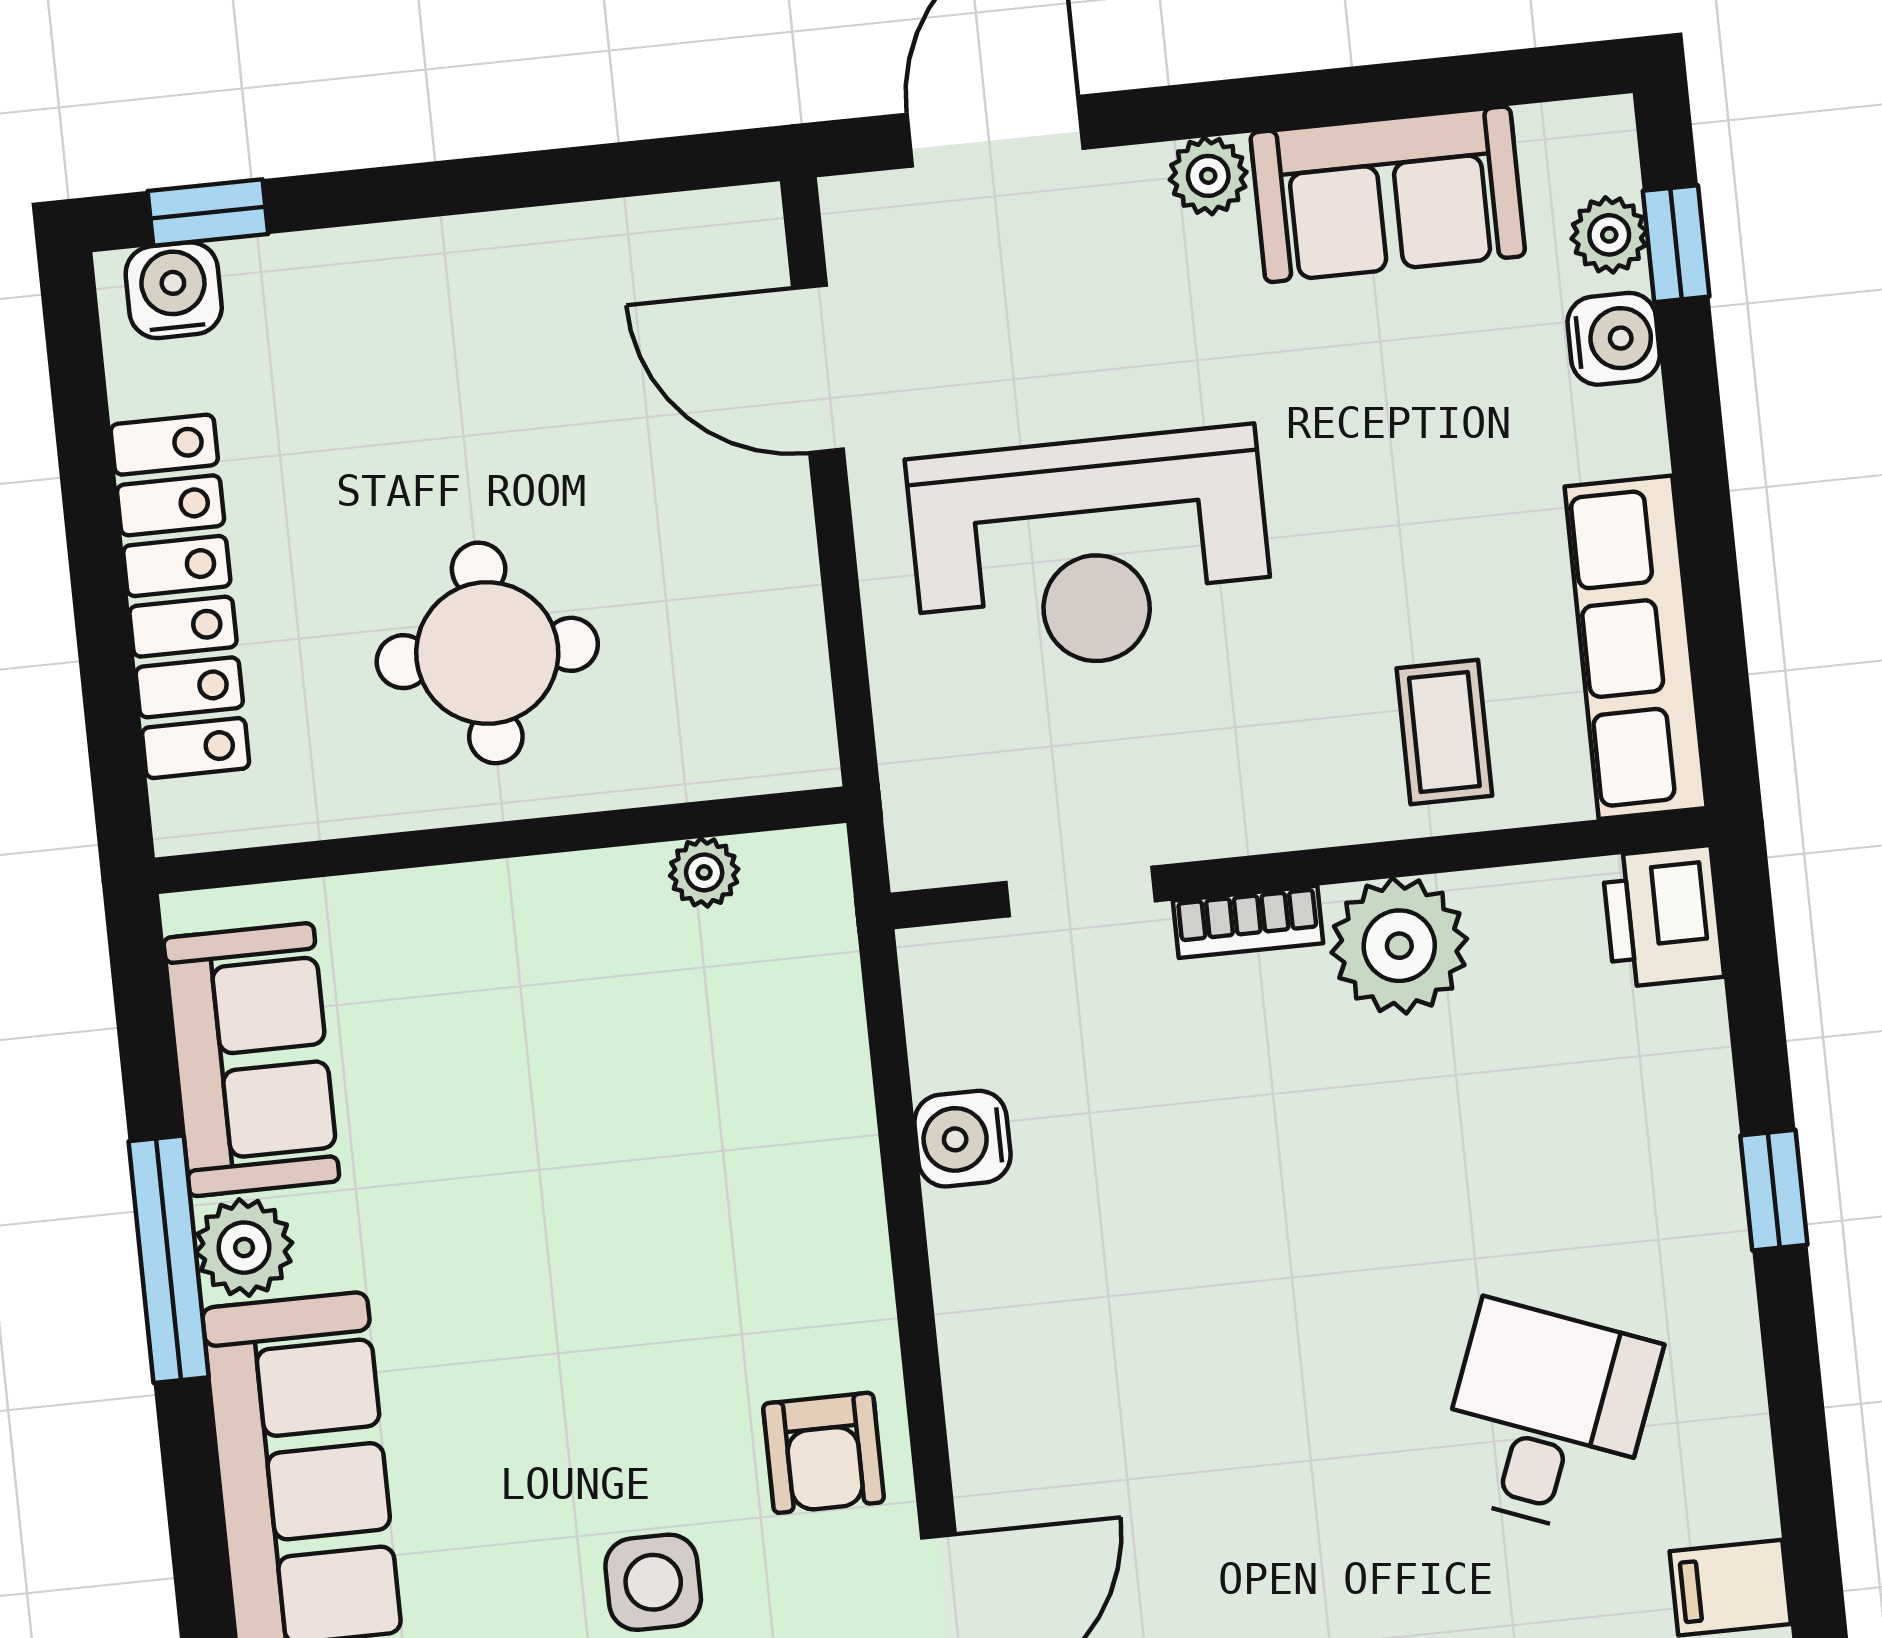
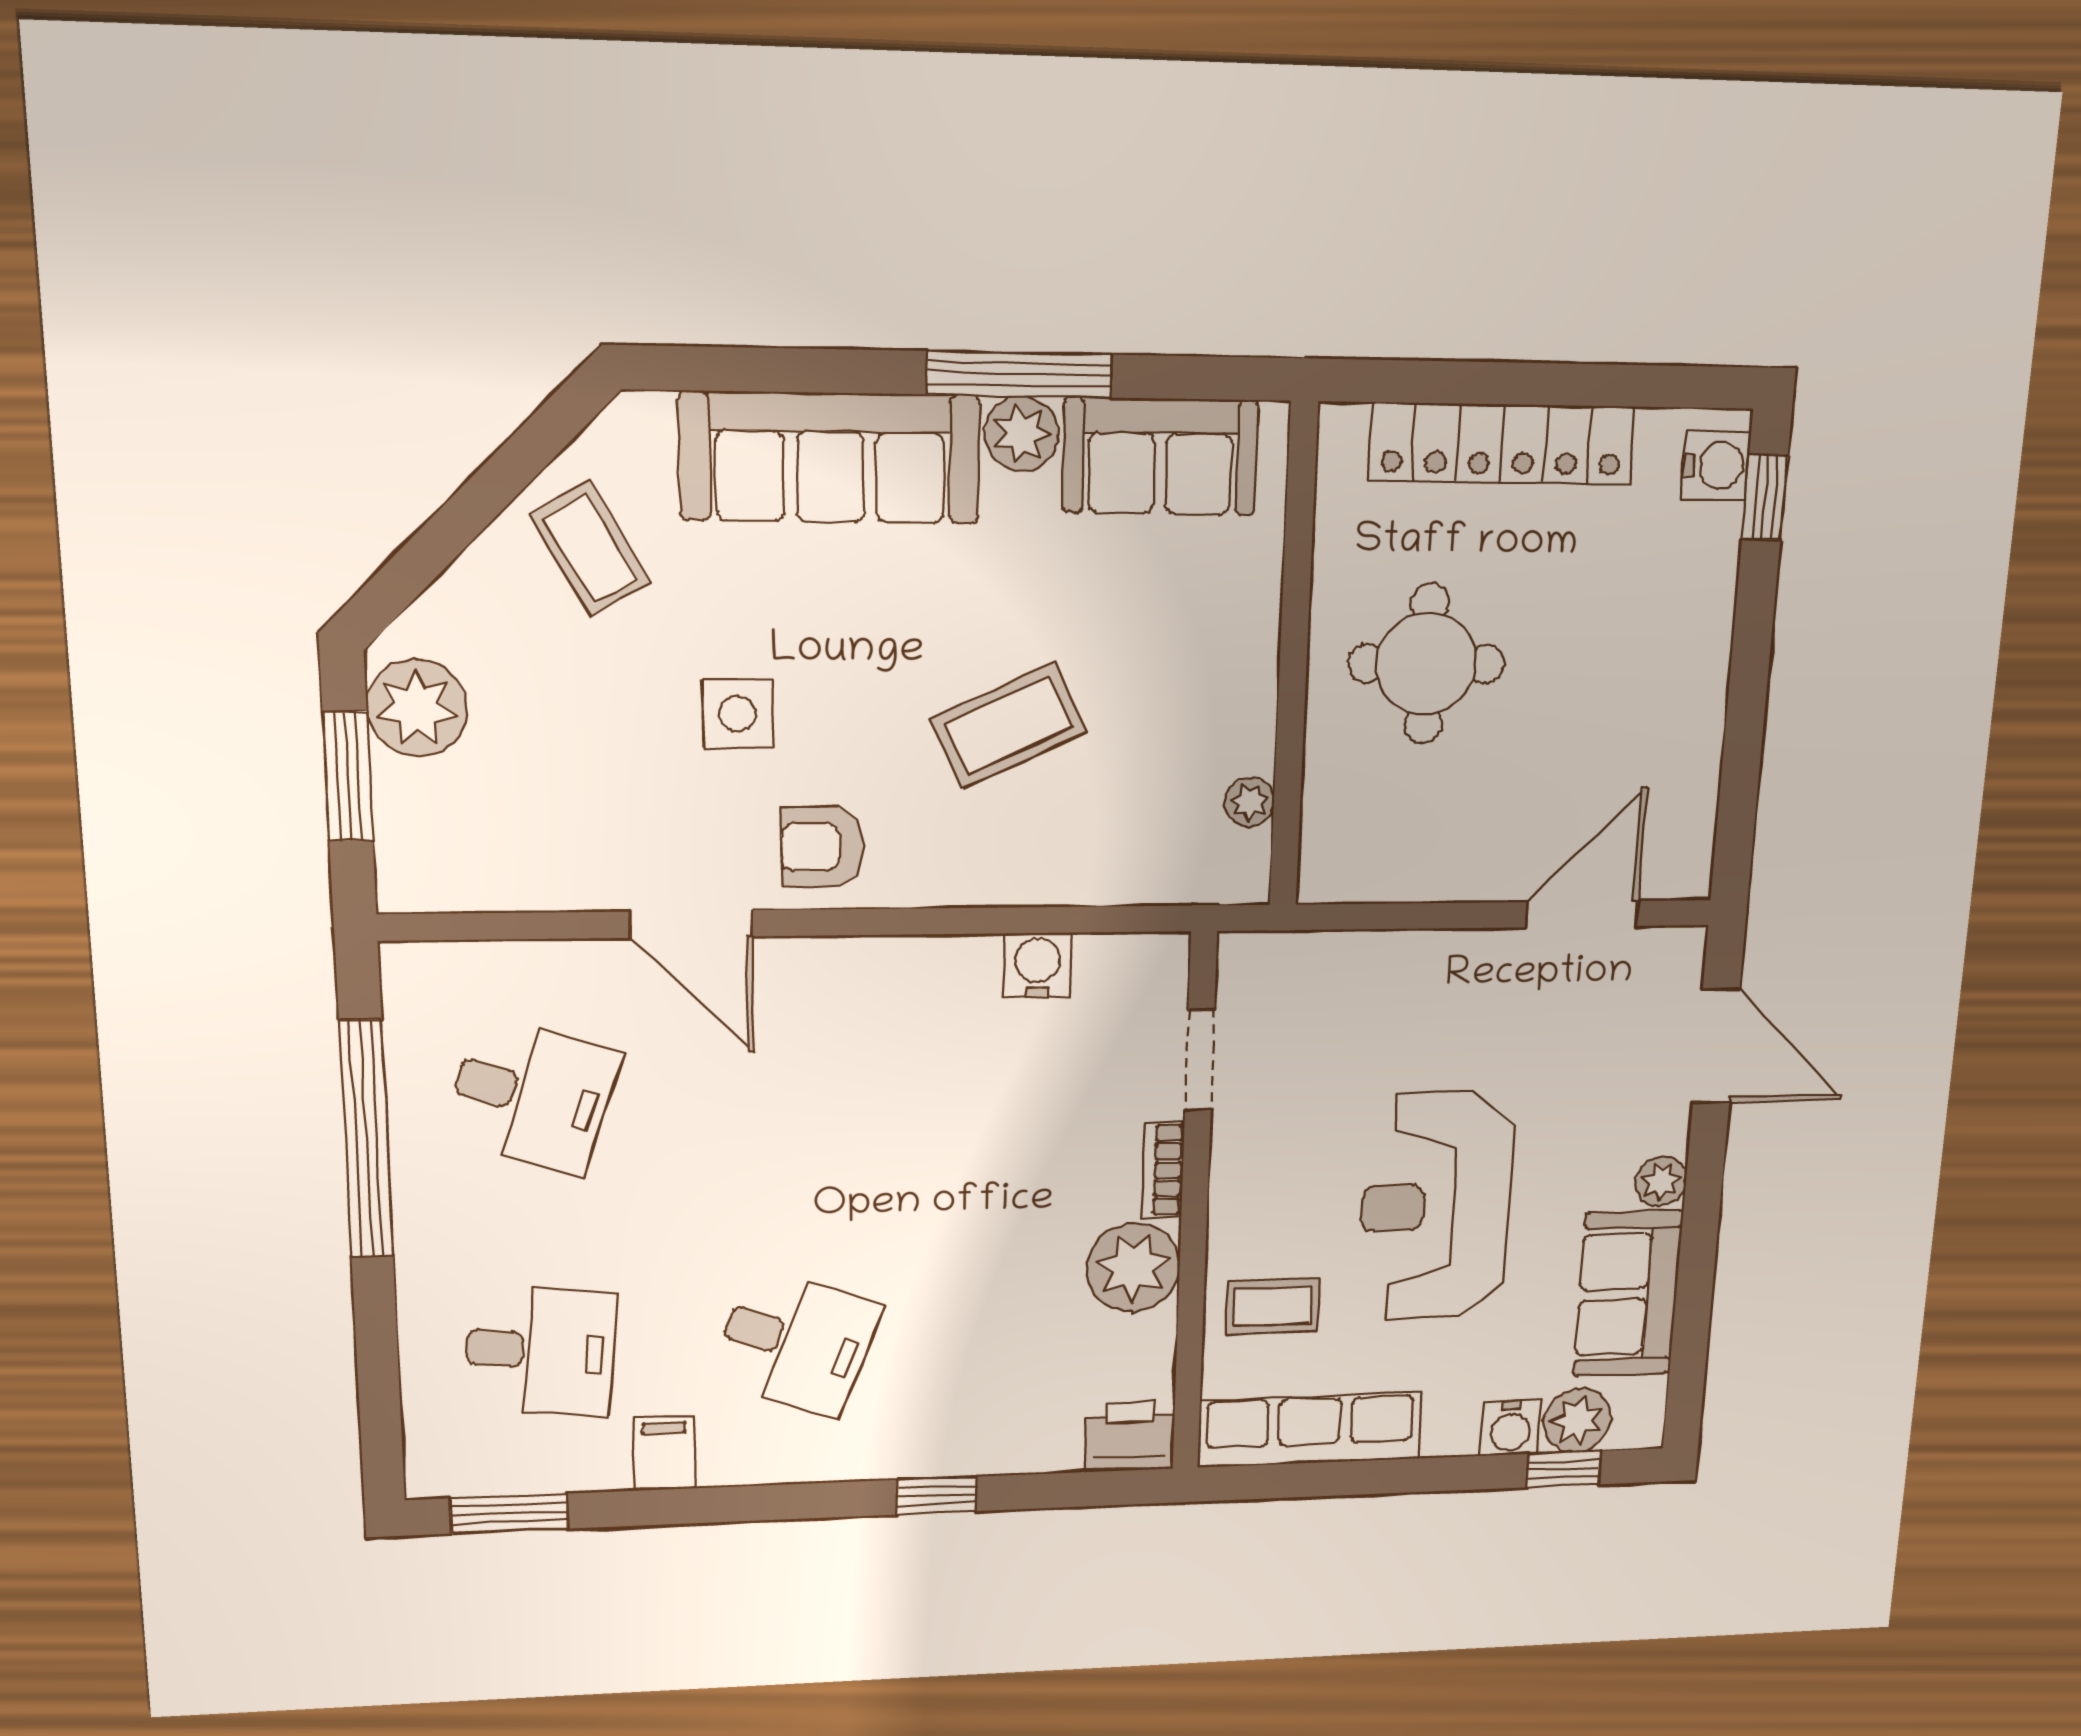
plant: (1609, 235) -> (1578, 1420), width x1.38, depth x1.38
reception desk: (1091, 551) -> (1436, 1207), moved
coffee table: (631, 1218) -> (1009, 725), added

